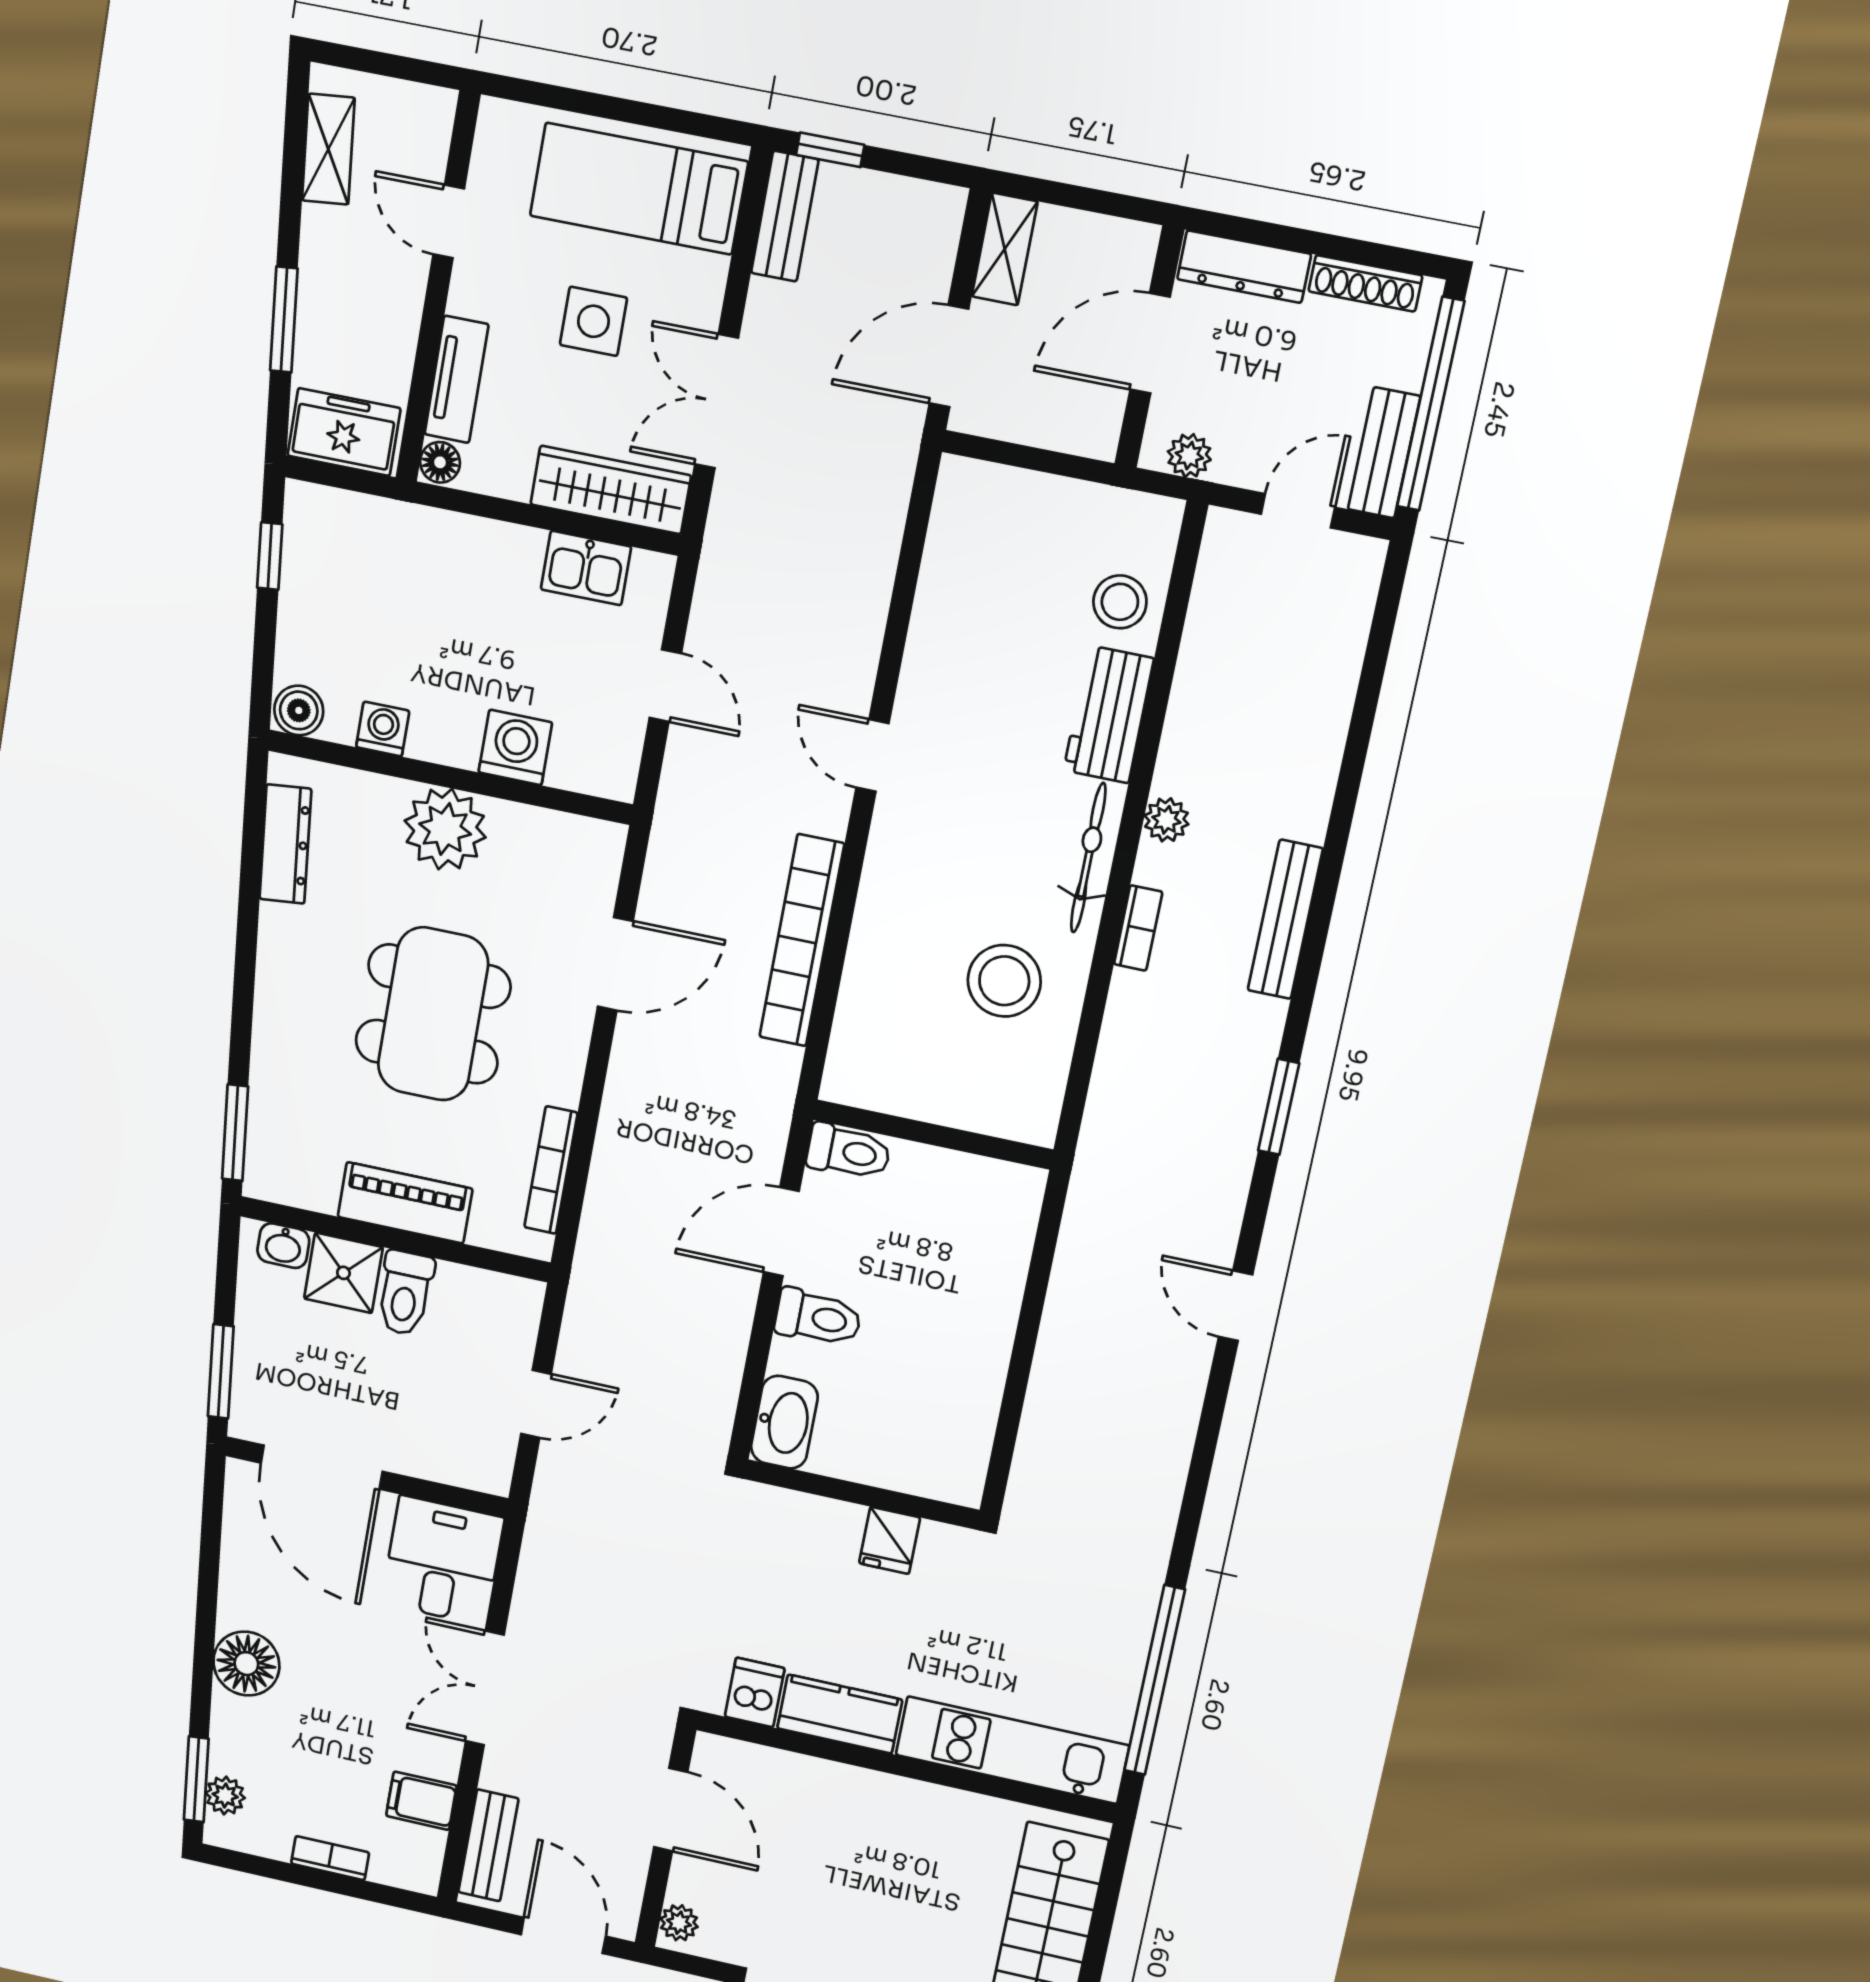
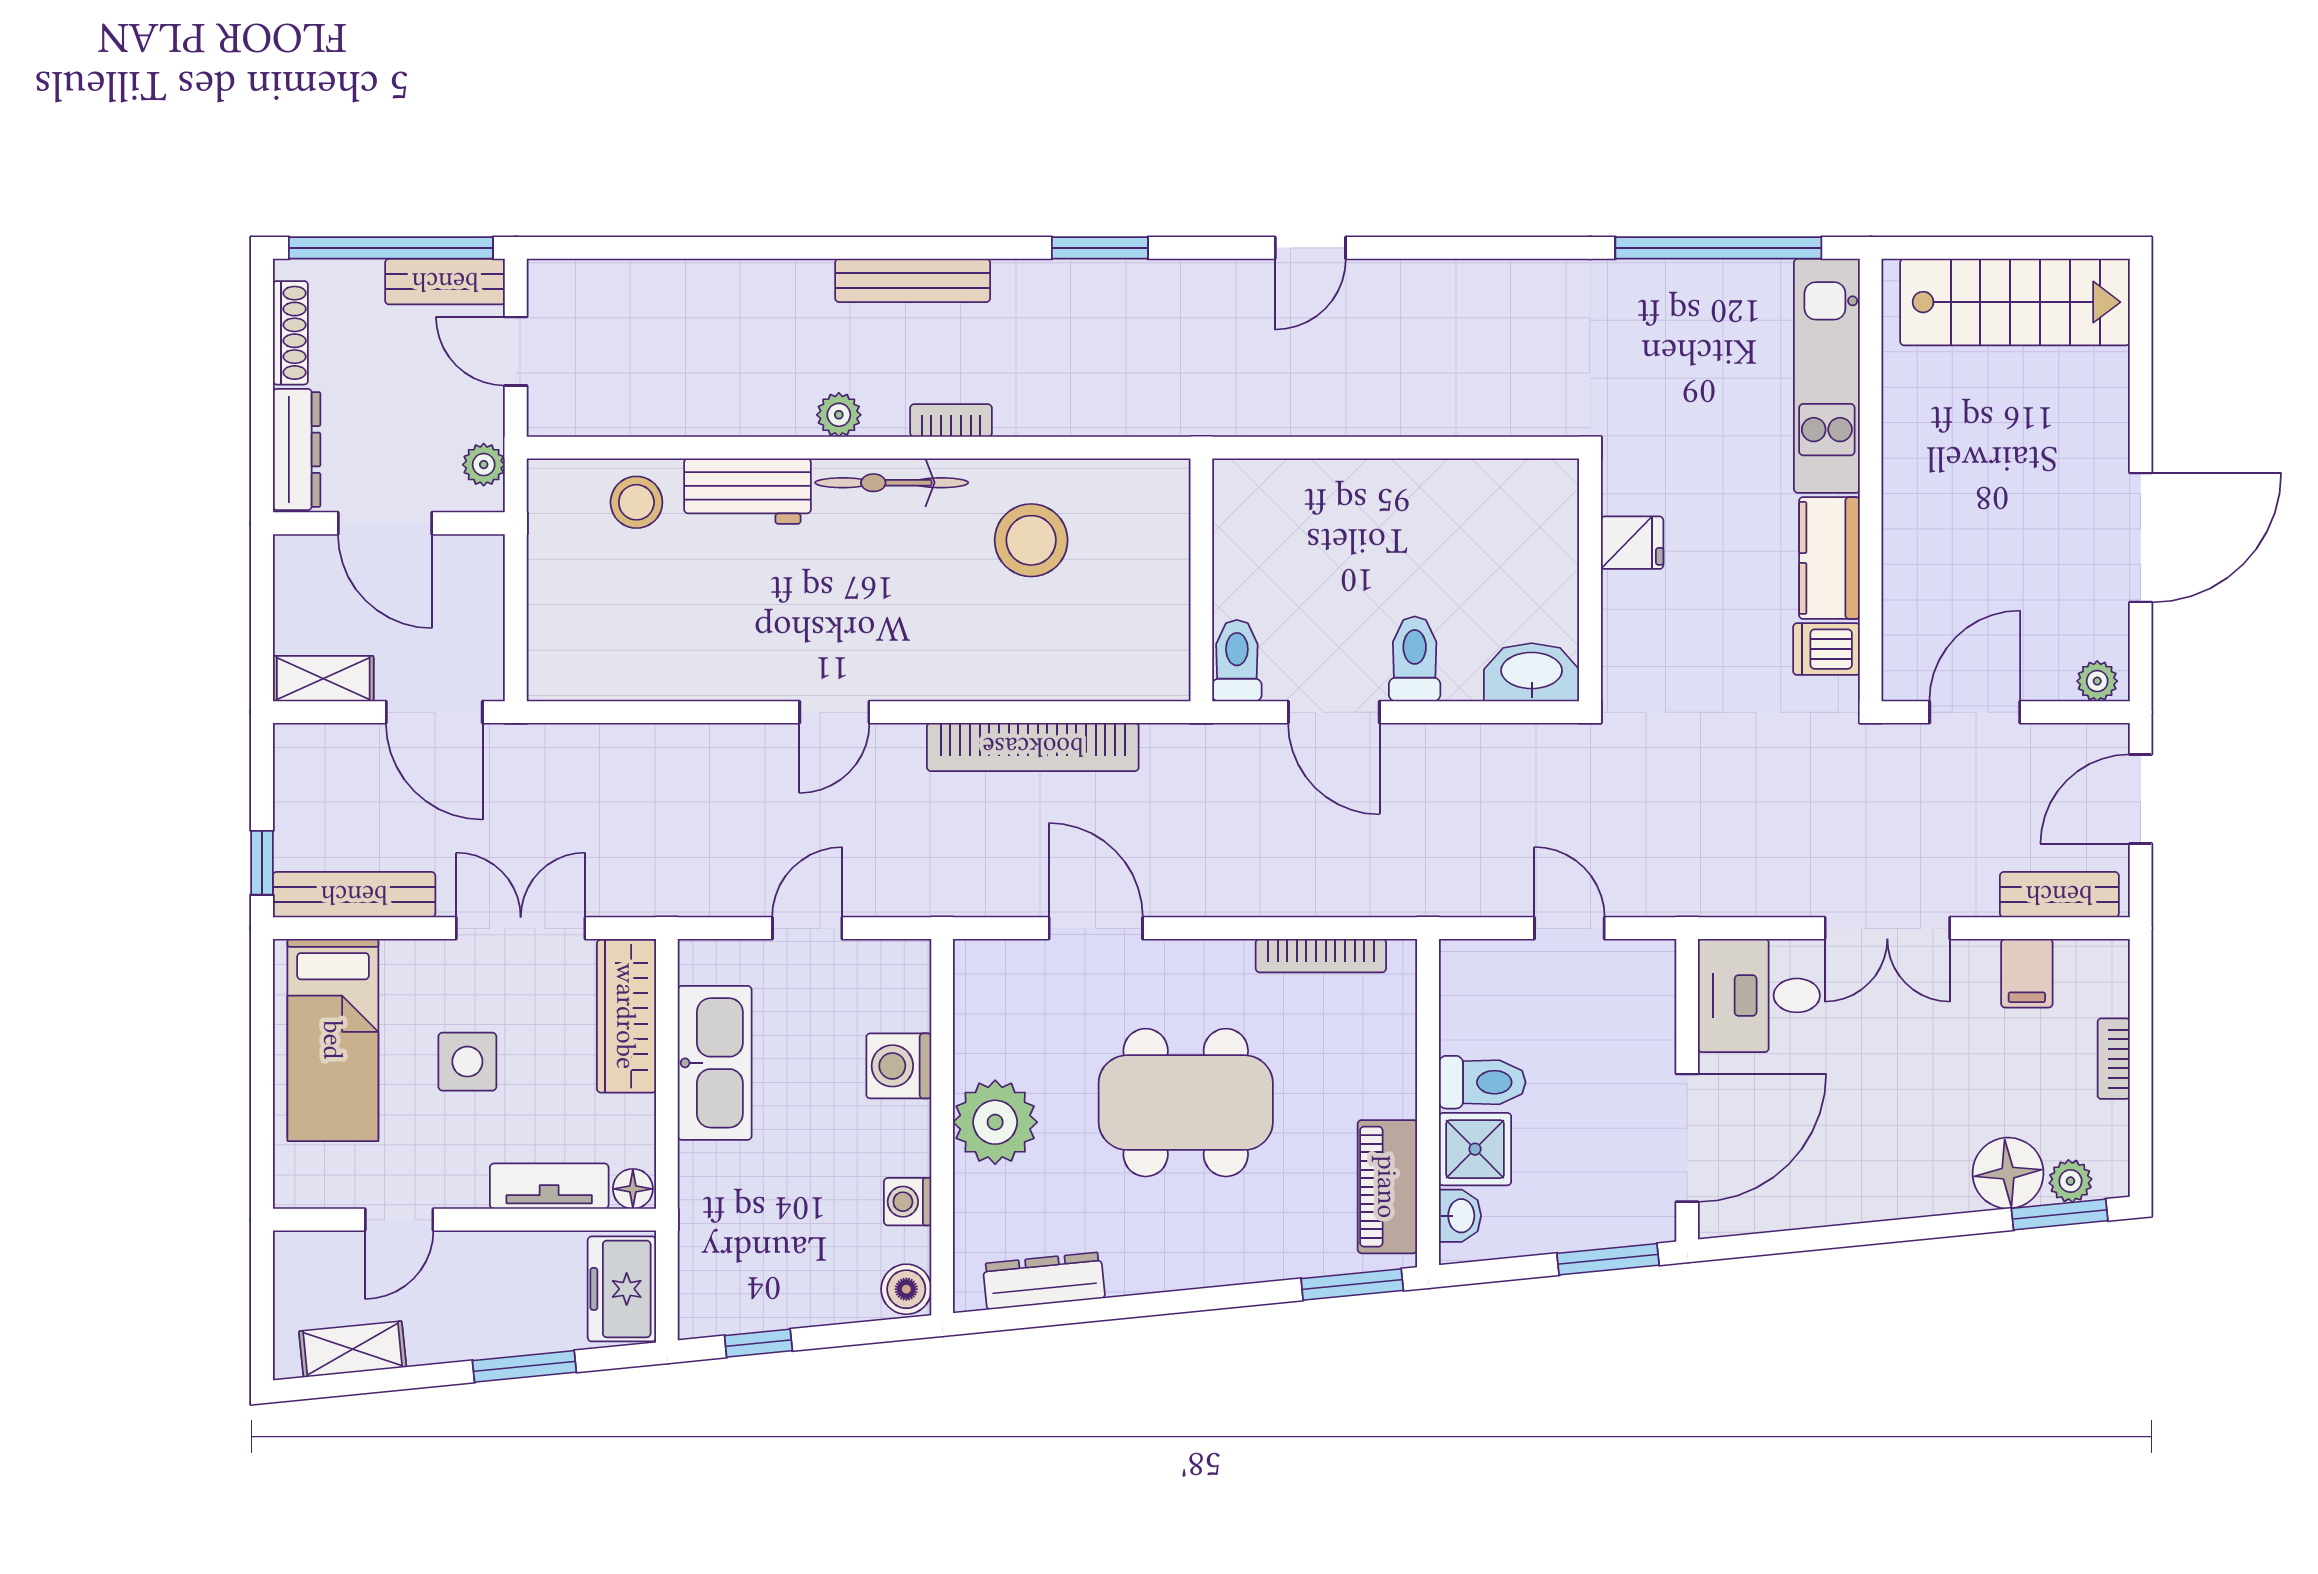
bench: (785, 216) -> (354, 895), width x1.36
double door: (717, 401) -> (521, 928), swing flipped
kitchen sink: (586, 568) -> (715, 1063), width x1.87, depth x1.24
piano: (405, 1203) -> (1387, 1187), moved
floor lamp: (246, 1664) -> (2008, 1173), moved

